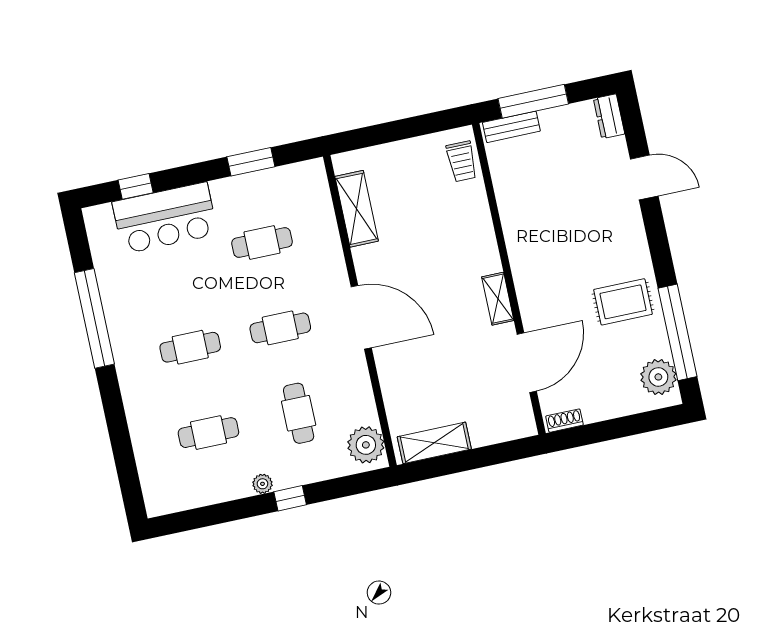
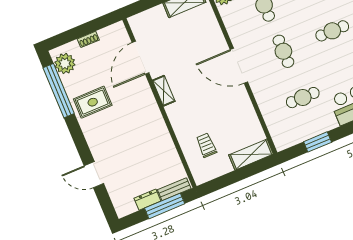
dresser: (609, 116) -> (147, 200), moved, turned -90
trolley: (462, 161) -> (206, 145), moved
shelving: (357, 209) -> (251, 155), moved, turned 90
cafe table: (280, 328) -> (283, 51), turned 90
shoe rack: (564, 421) -> (88, 39), moved

